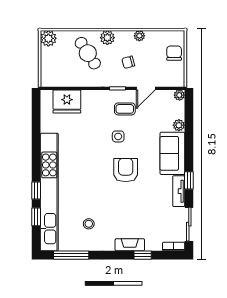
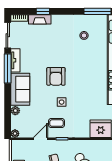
window: (189, 180) -> (8, 68), width x2.17
fireplace: (130, 245) -> (40, 19), moved

